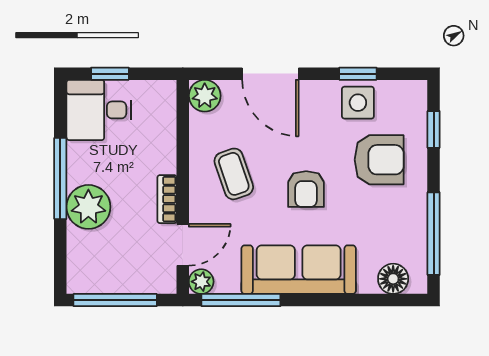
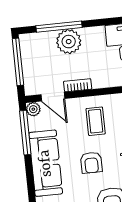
coffee table: (234, 174) -> (96, 121), turned -71
window: (60, 178) -> (59, 27), moved
armchair: (306, 189) -> (91, 163), turned -90

